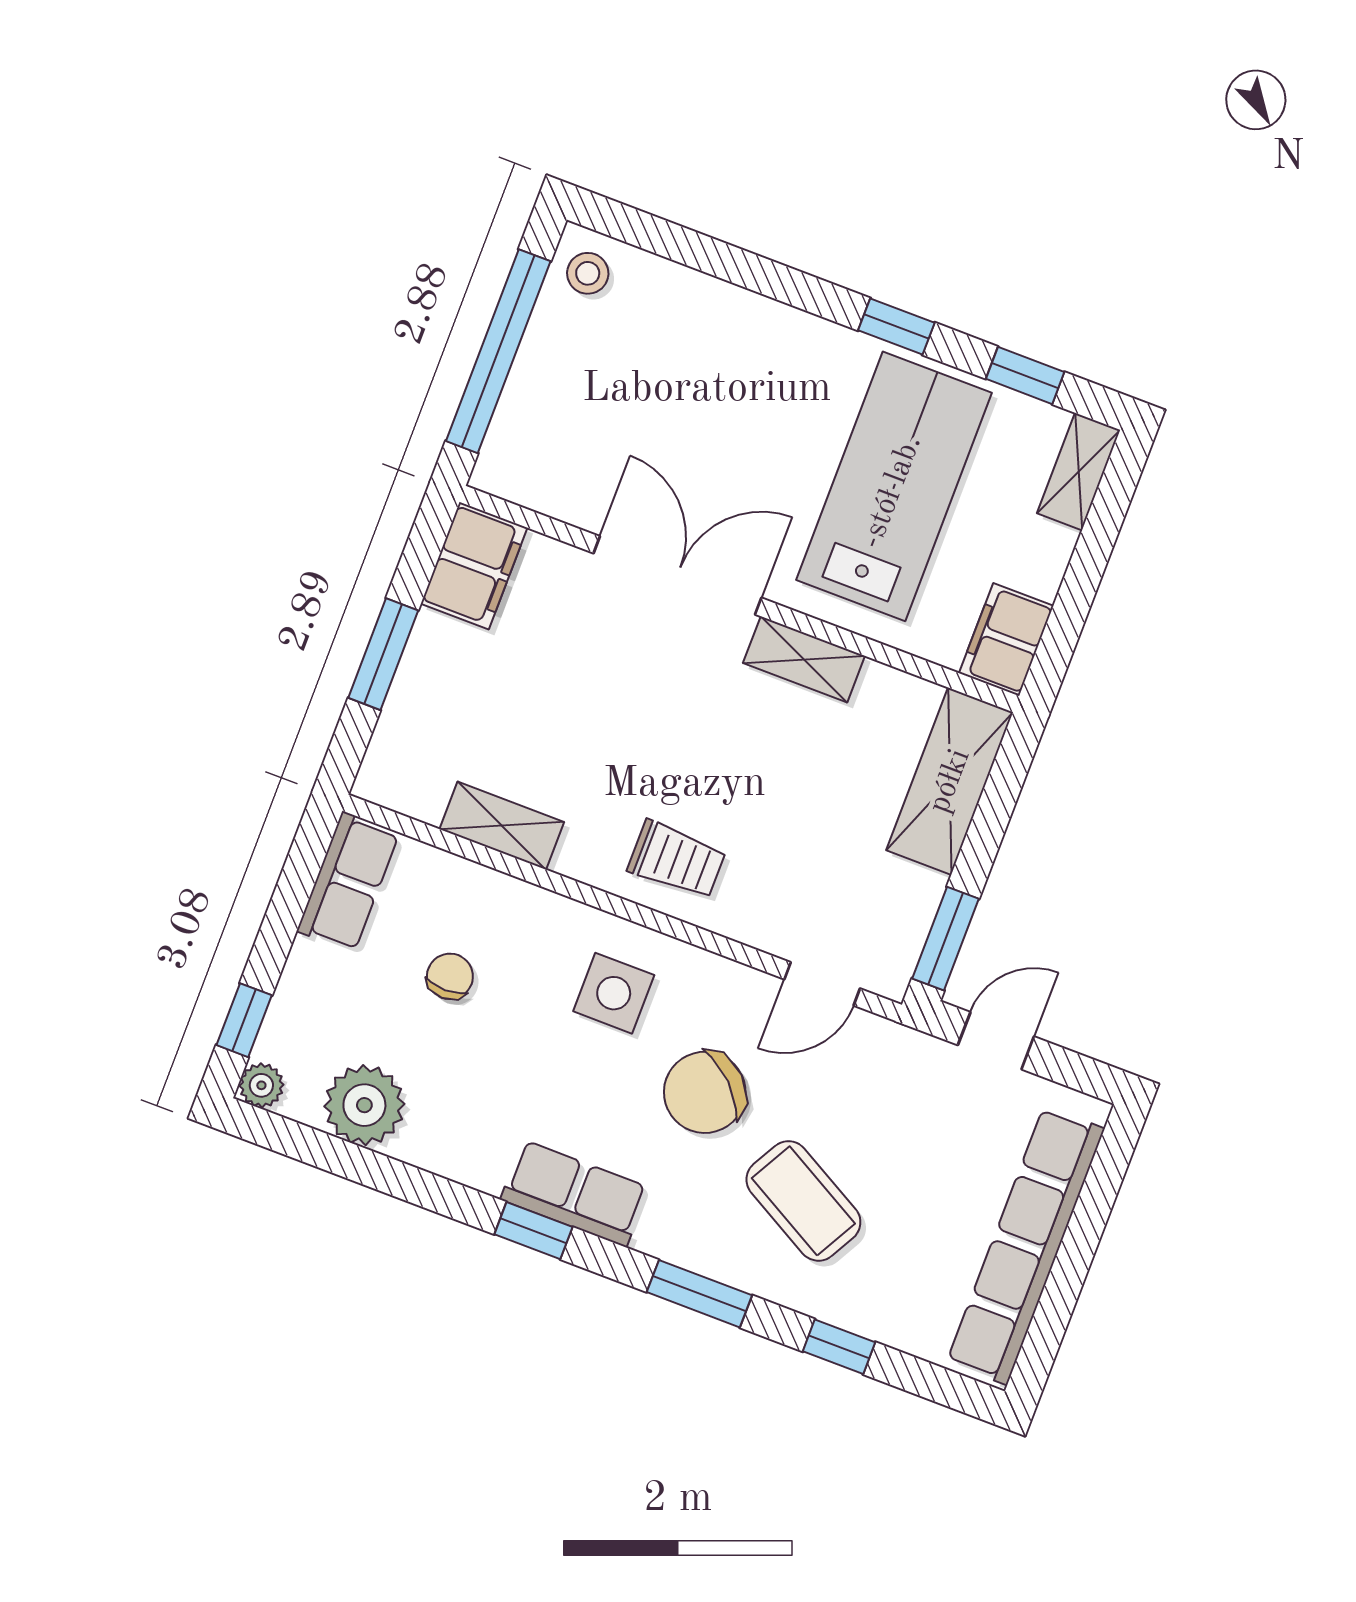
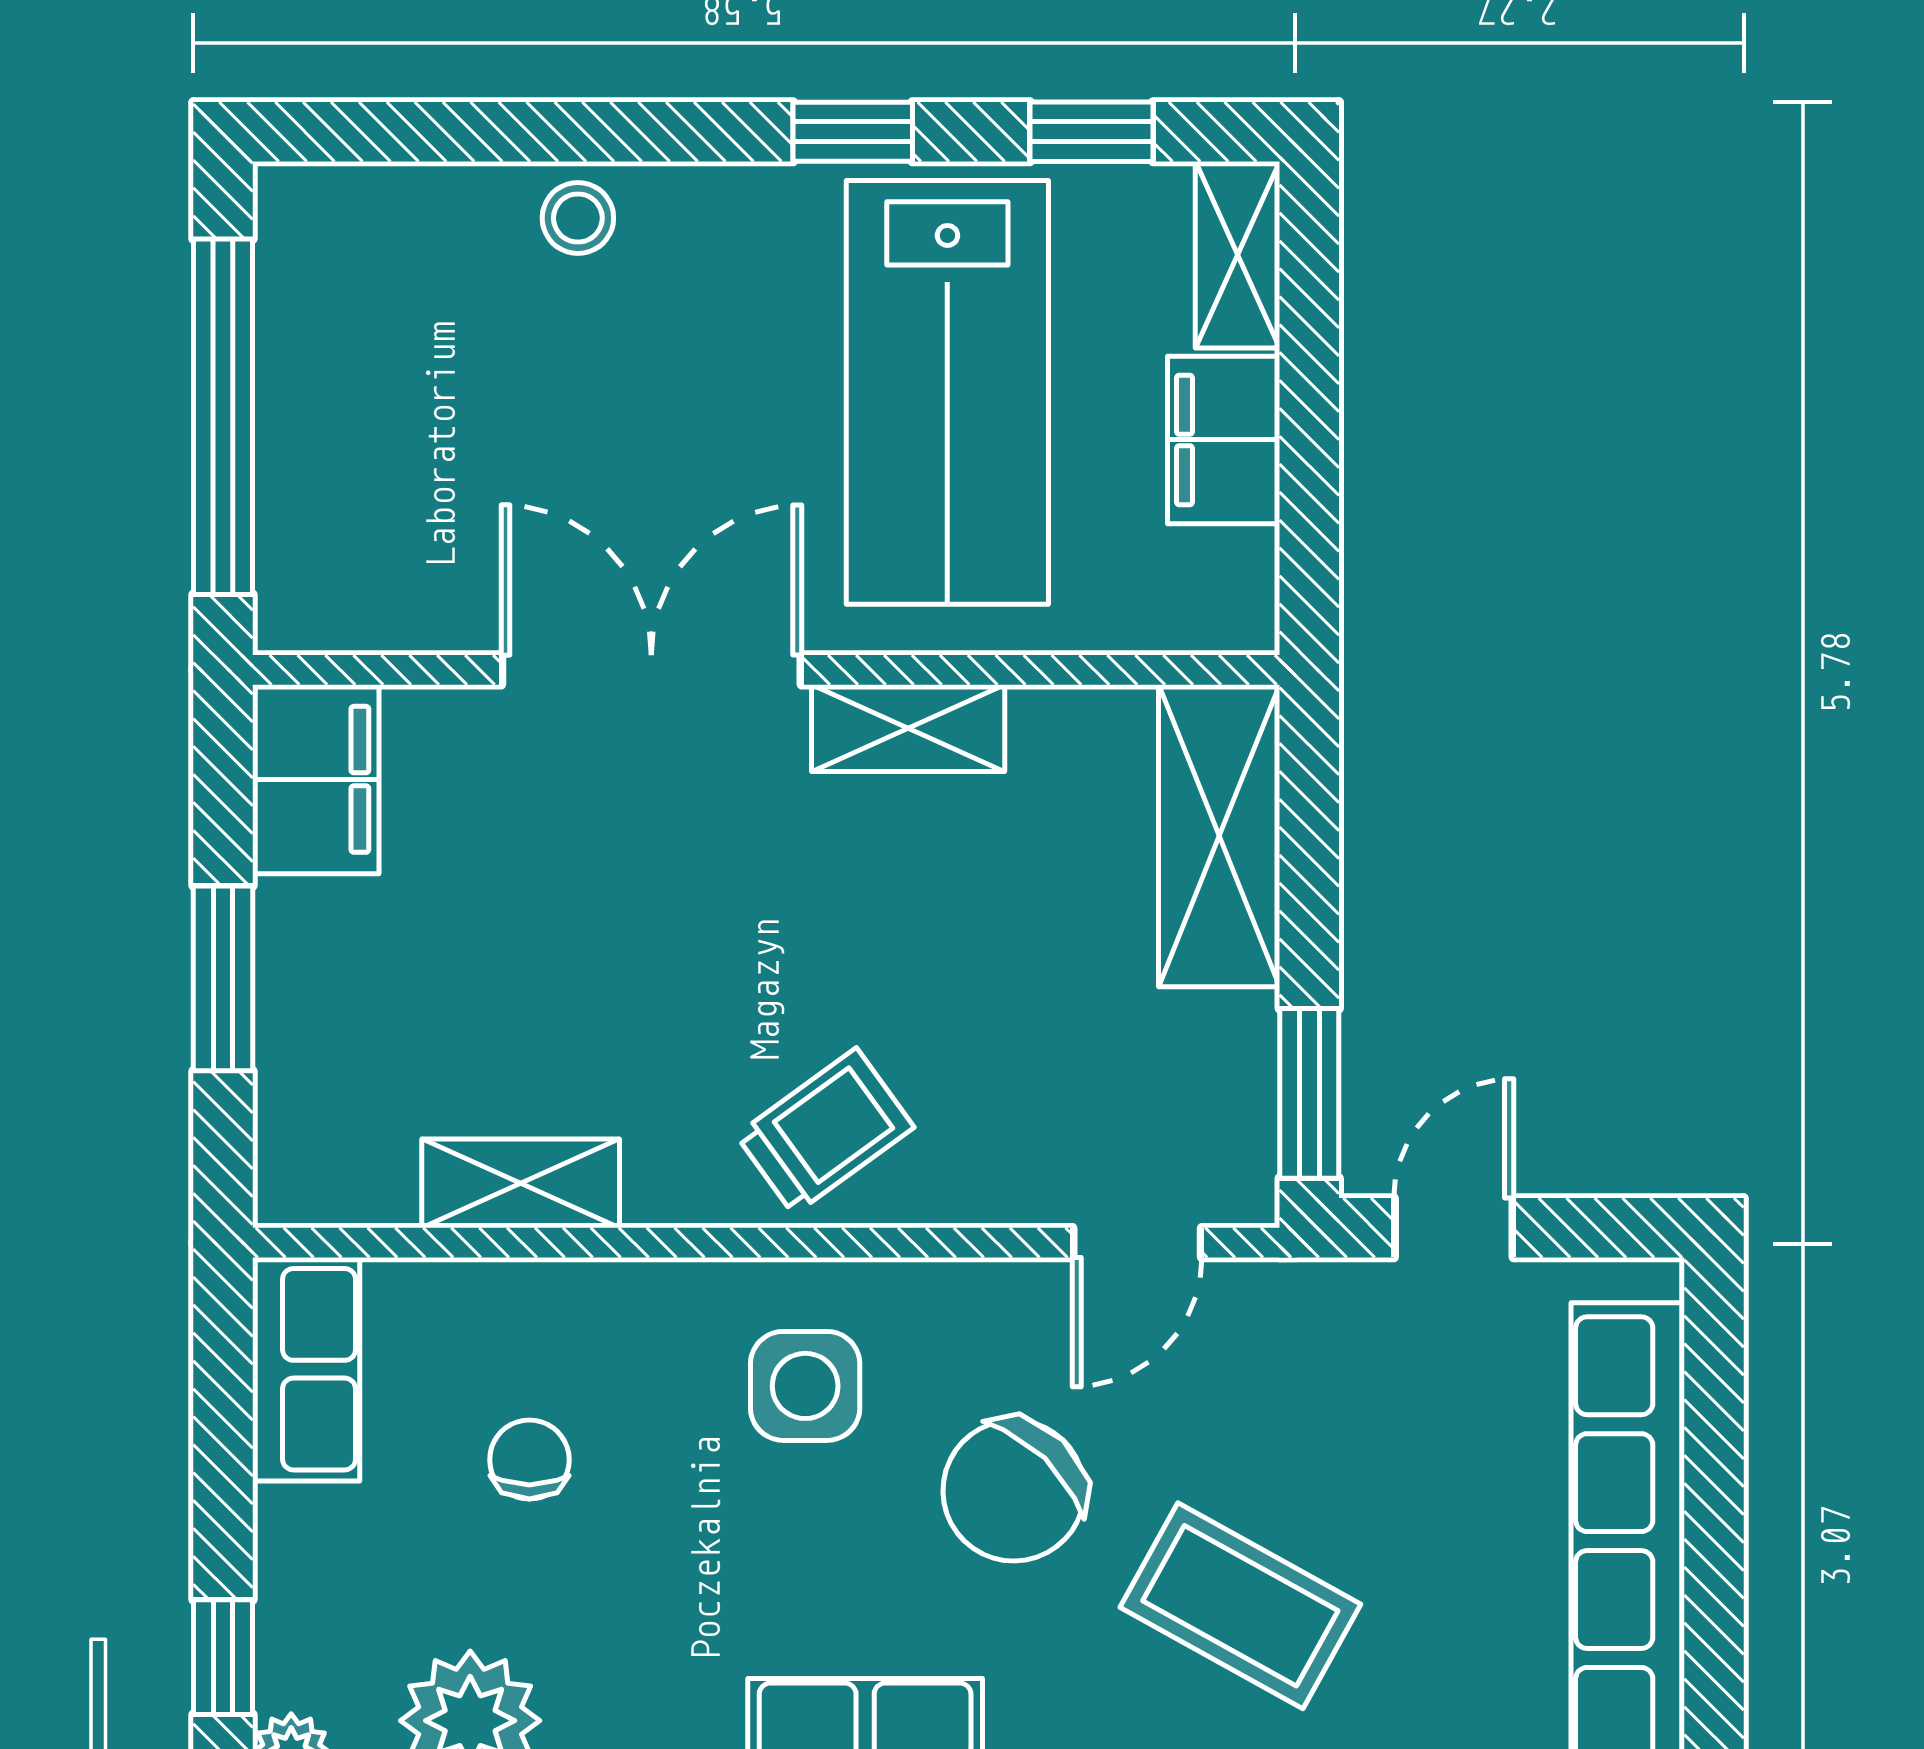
stool: (588, 273) -> (578, 218), moved
lab bench: (894, 486) -> (947, 392), turned 180
filing cabinet: (1006, 639) -> (1224, 440), moved
trolley: (677, 860) -> (825, 1131), turned -36

